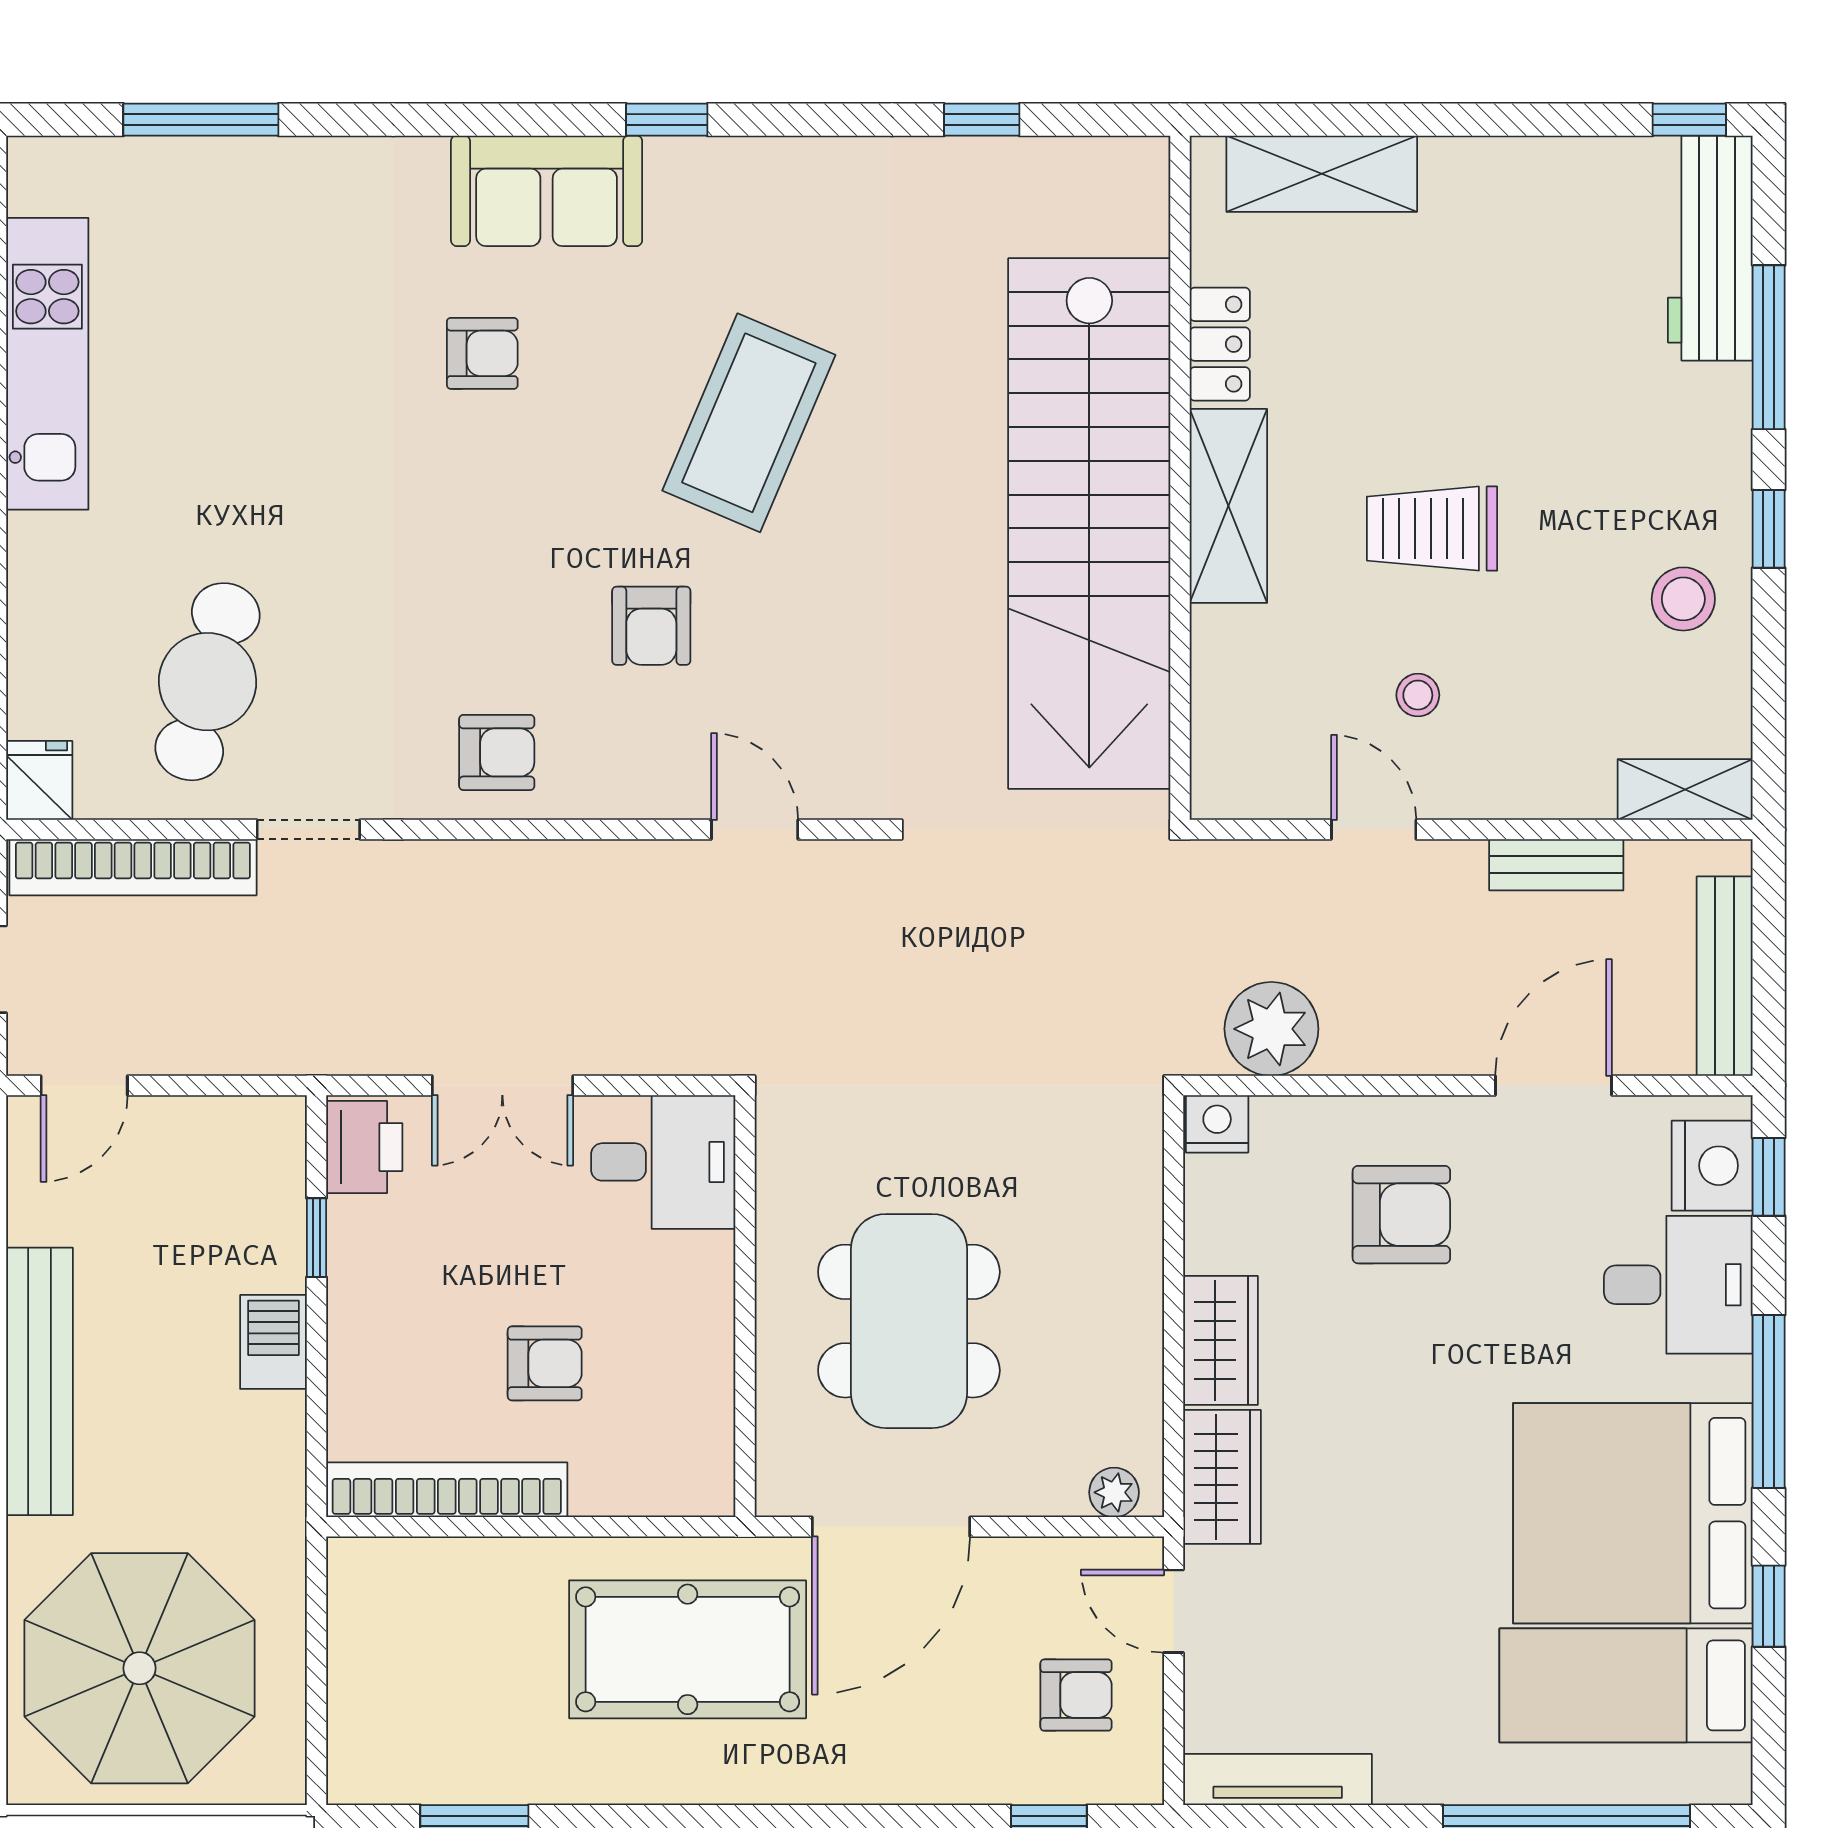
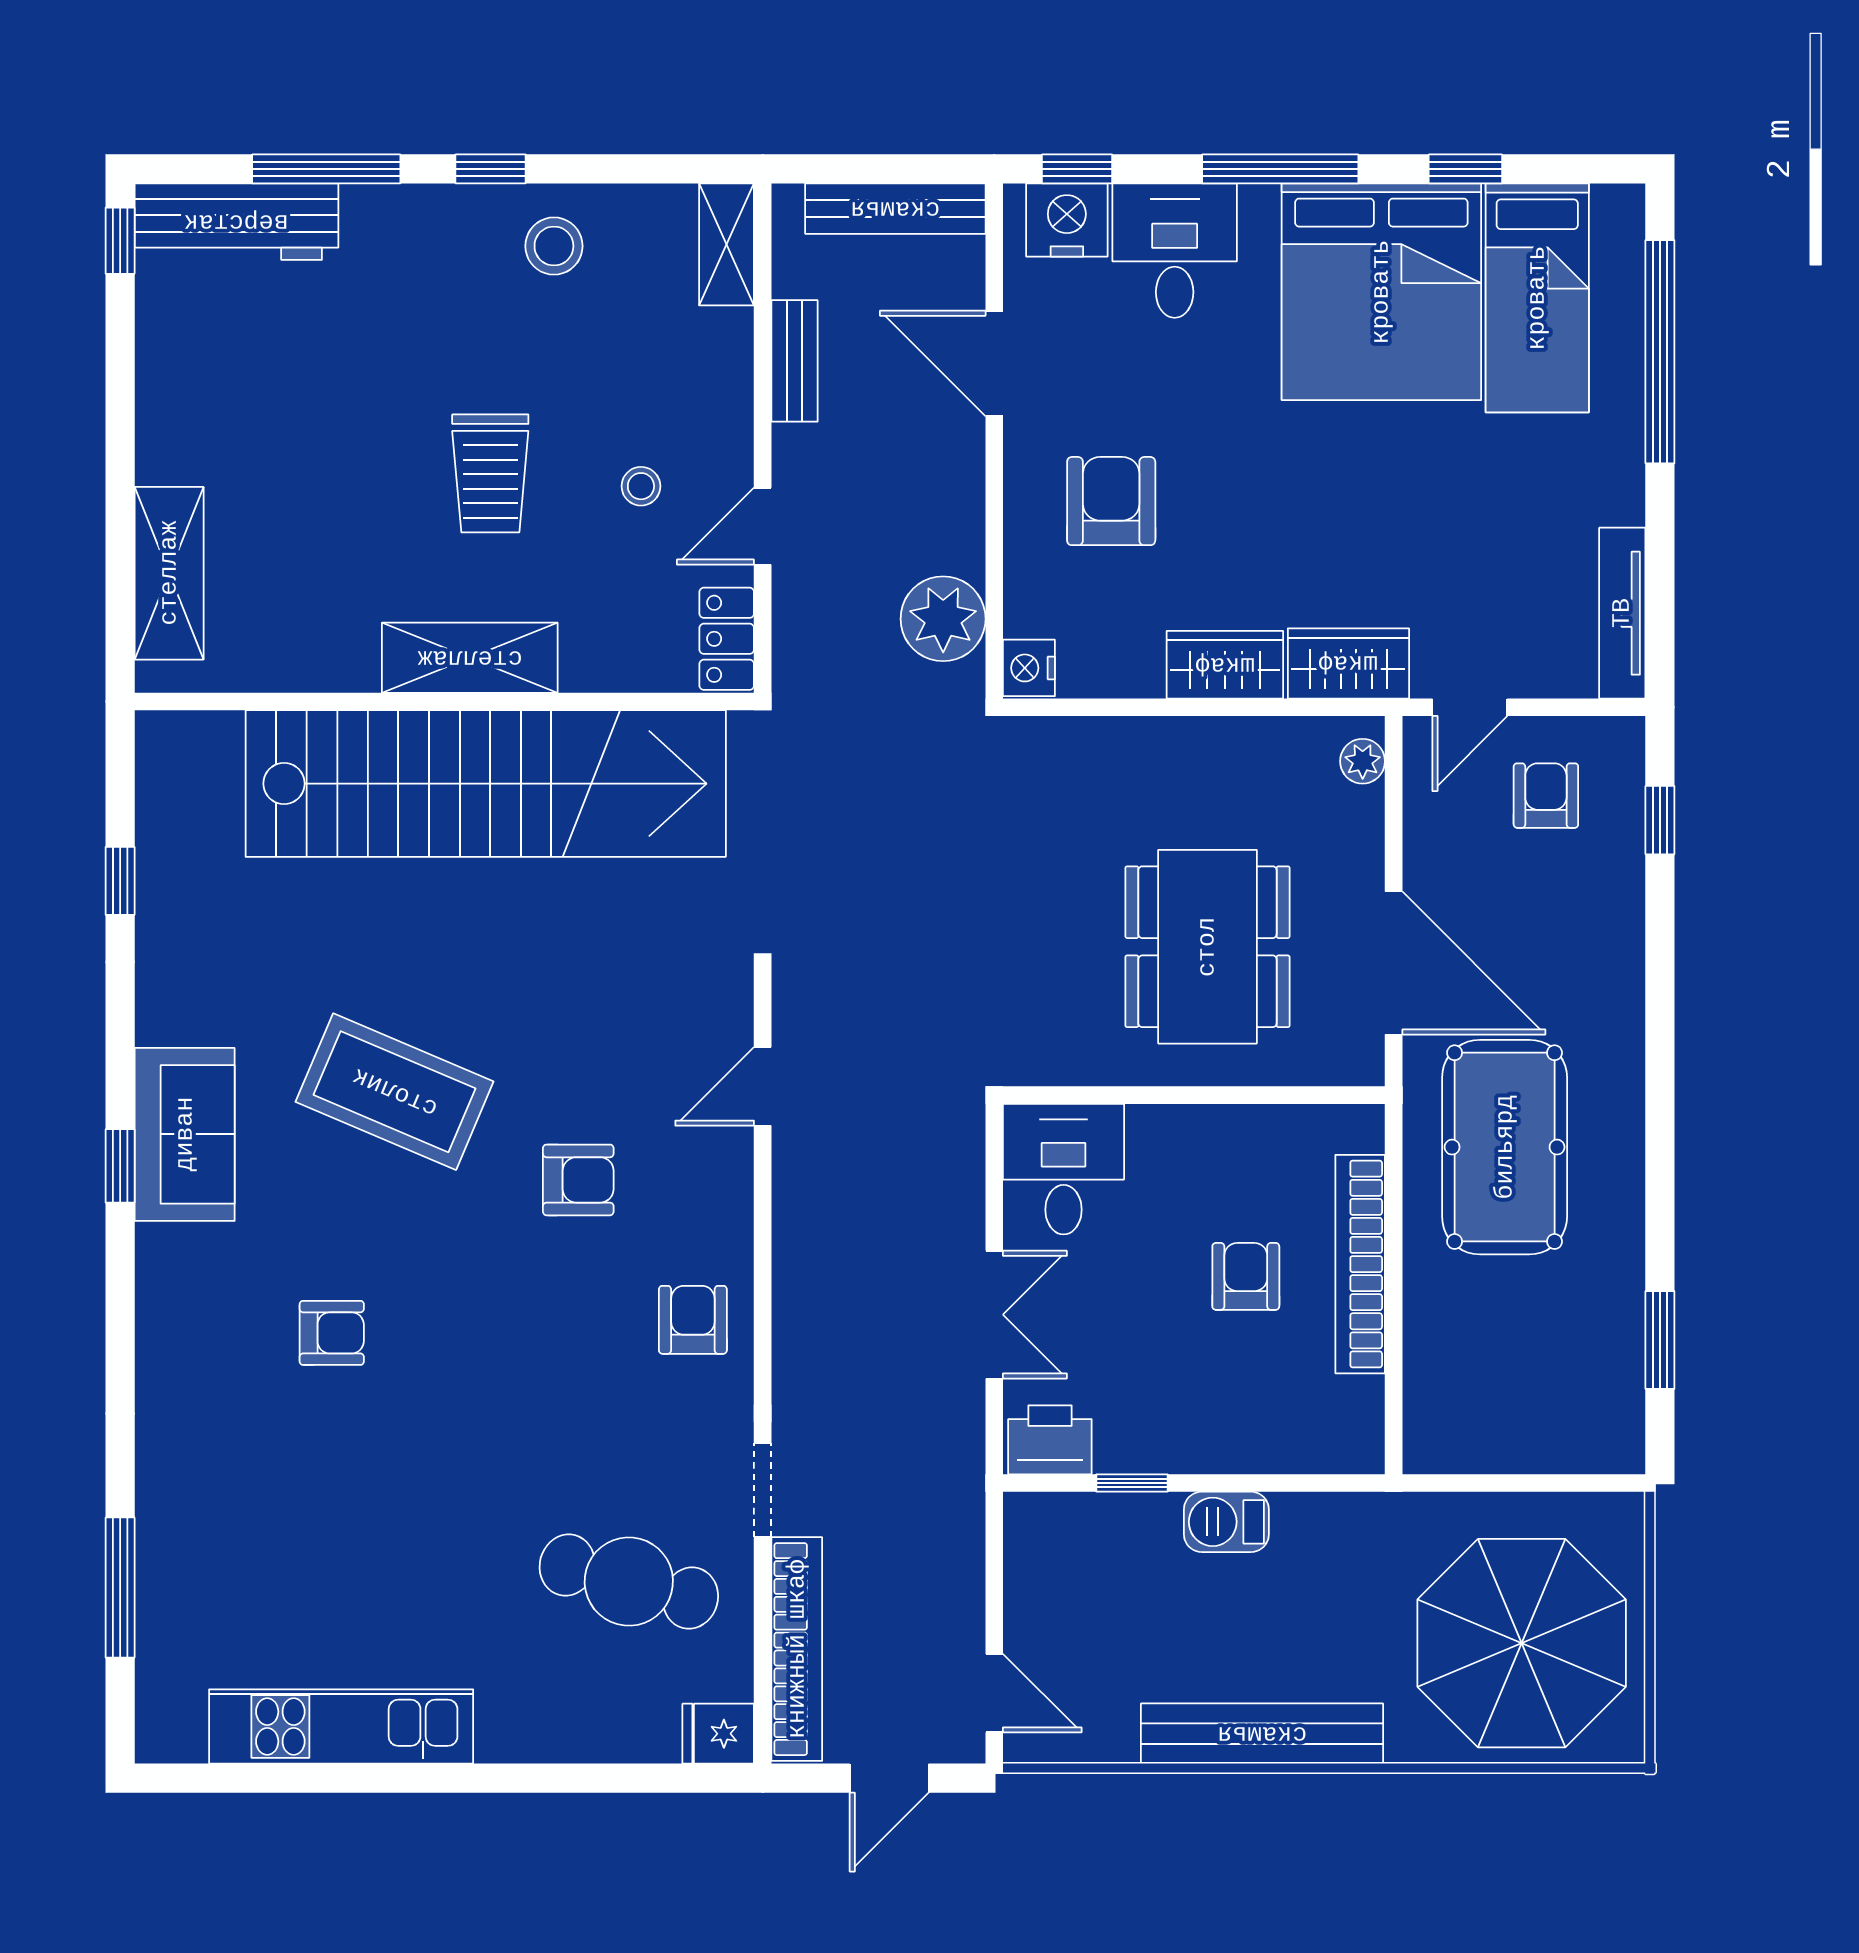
sofa: (547, 191) -> (185, 1134), moved
locker: (1220, 344) -> (727, 639), moved, turned -90
armchair: (482, 353) -> (332, 1333), turned 90
dining table: (909, 1321) -> (1207, 947), turned 90
bookcase: (447, 1490) -> (1360, 1264), moved

